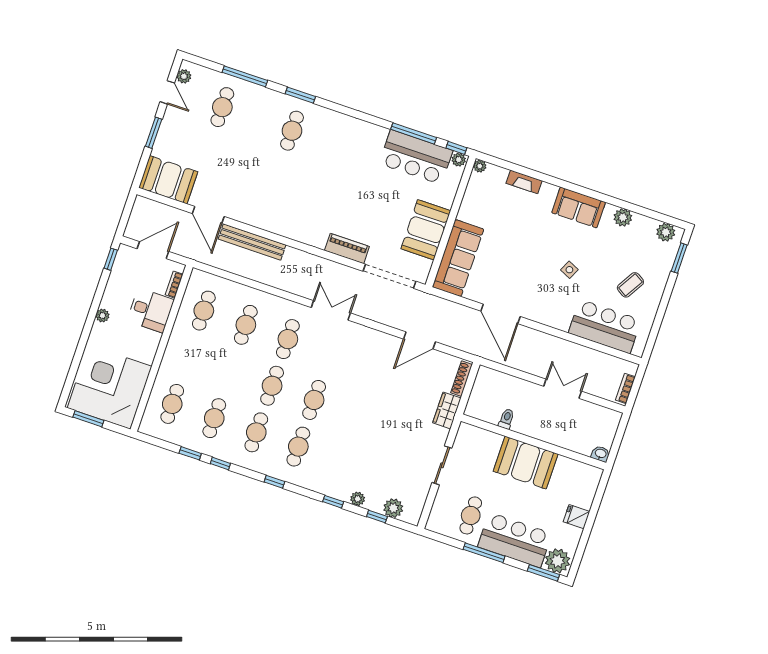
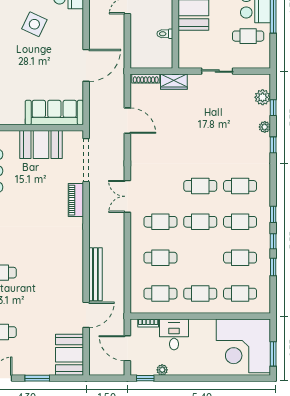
side table: (569, 270) -> (34, 24), width x1.87, depth x1.87
plant: (103, 316) -> (162, 370), moved
cafe table: (188, 357) -> (200, 294), added
window: (274, 482) -> (273, 214), moved

